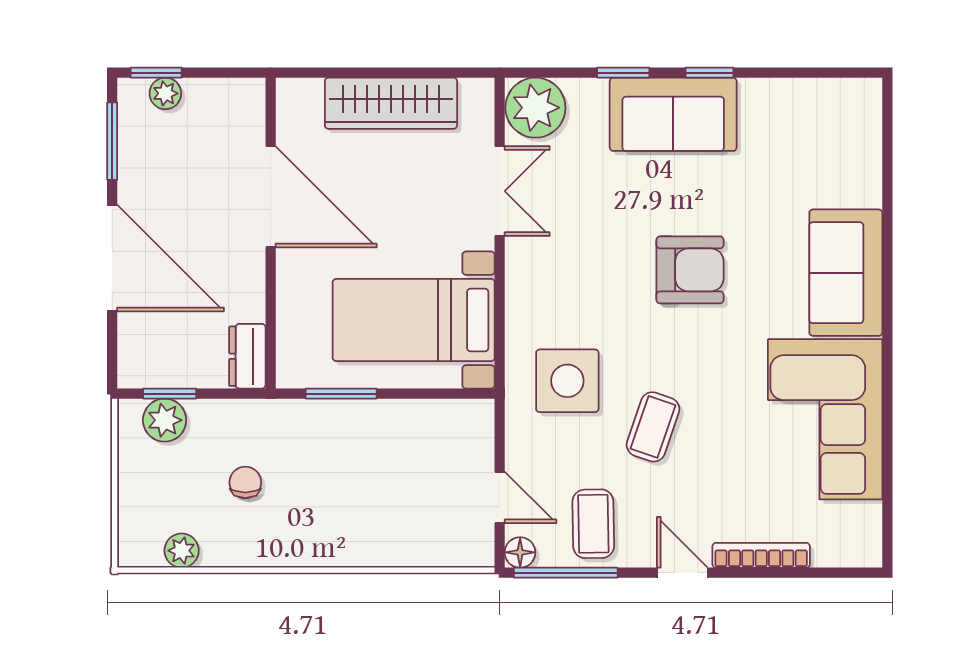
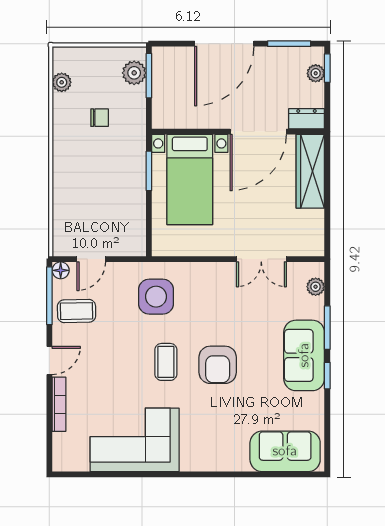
window: (623, 73) -> (327, 328), width x1.50
wardrobe: (391, 103) -> (310, 171), moved
plant: (535, 108) -> (316, 287), width x0.53, depth x0.53
sofa: (846, 273) -> (285, 451), moved
bed with nightstands: (414, 320) -> (190, 180), moved, turned 180
dresser: (247, 356) -> (306, 119), moved
window: (170, 394) -> (149, 76), width x1.50
coffee table: (653, 427) -> (166, 362), moved, turned 71

